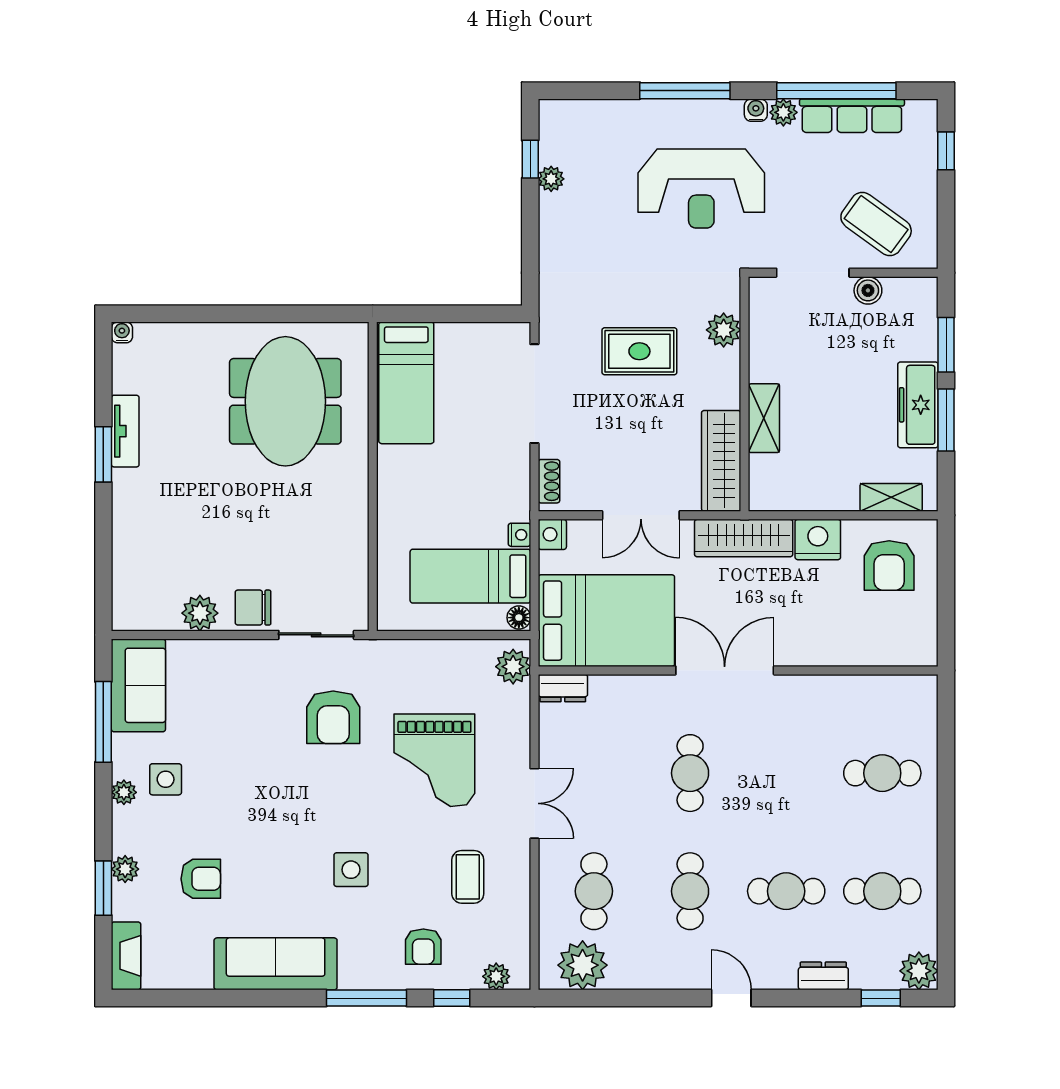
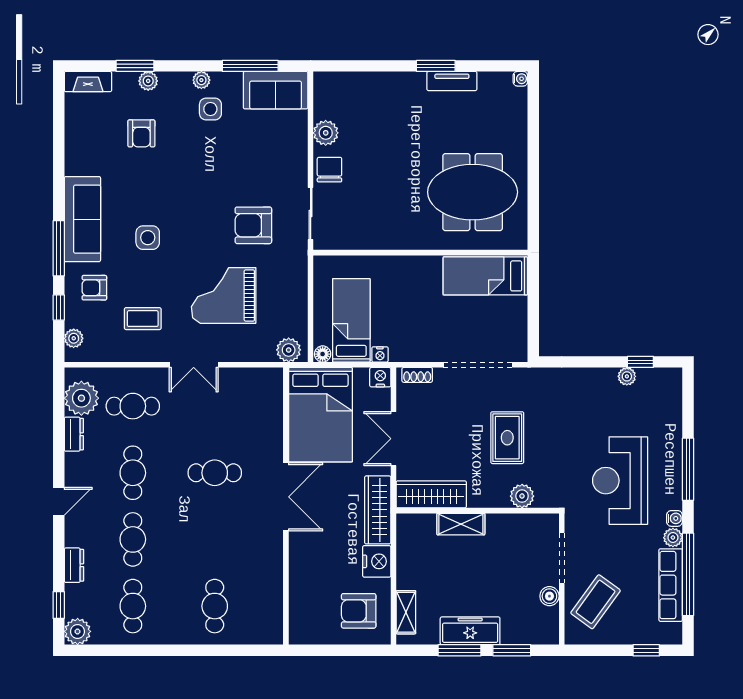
dresser: (563, 688) -> (74, 434), moved, turned 180
cafe table: (690, 891) -> (133, 473), turned 90
sofa: (276, 964) -> (82, 219), moved

